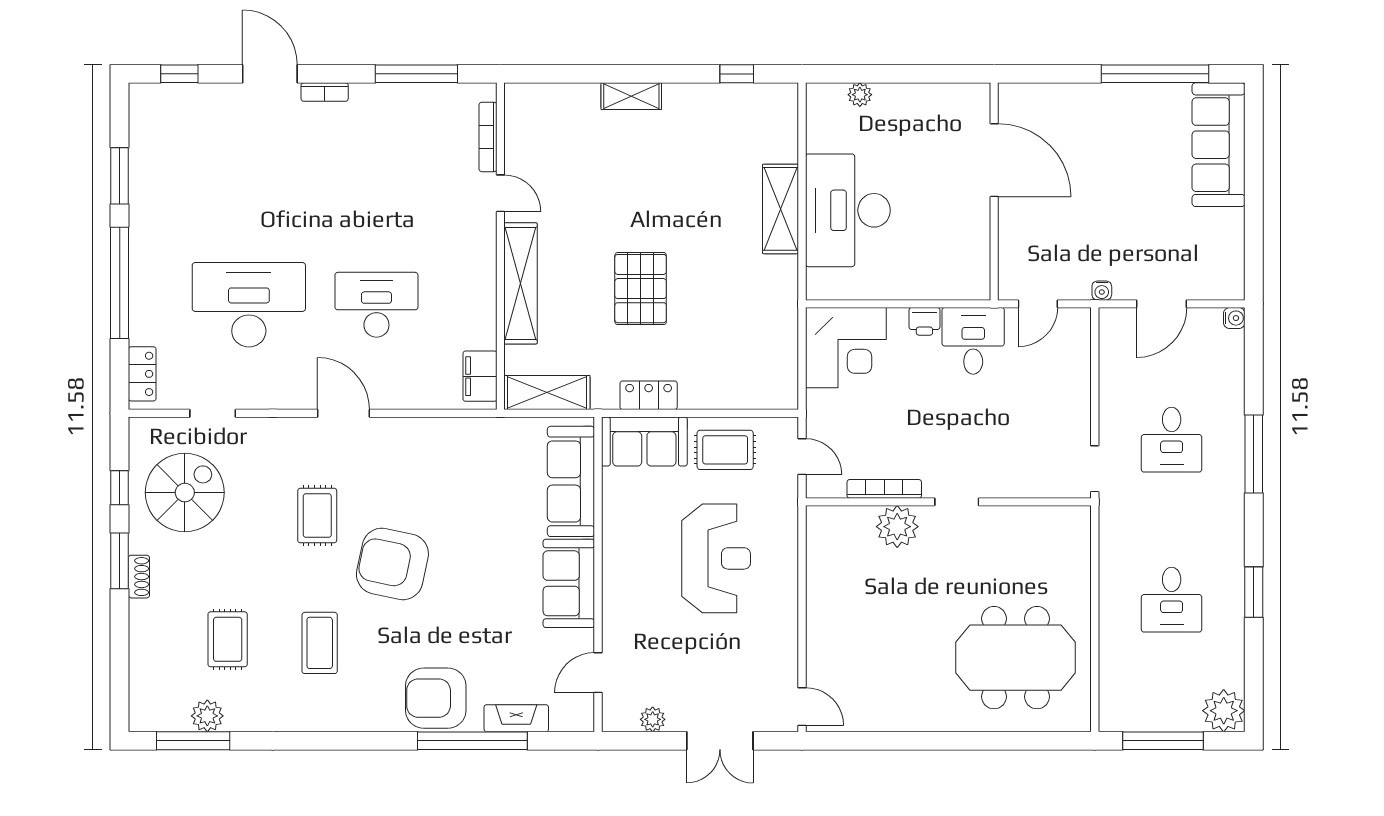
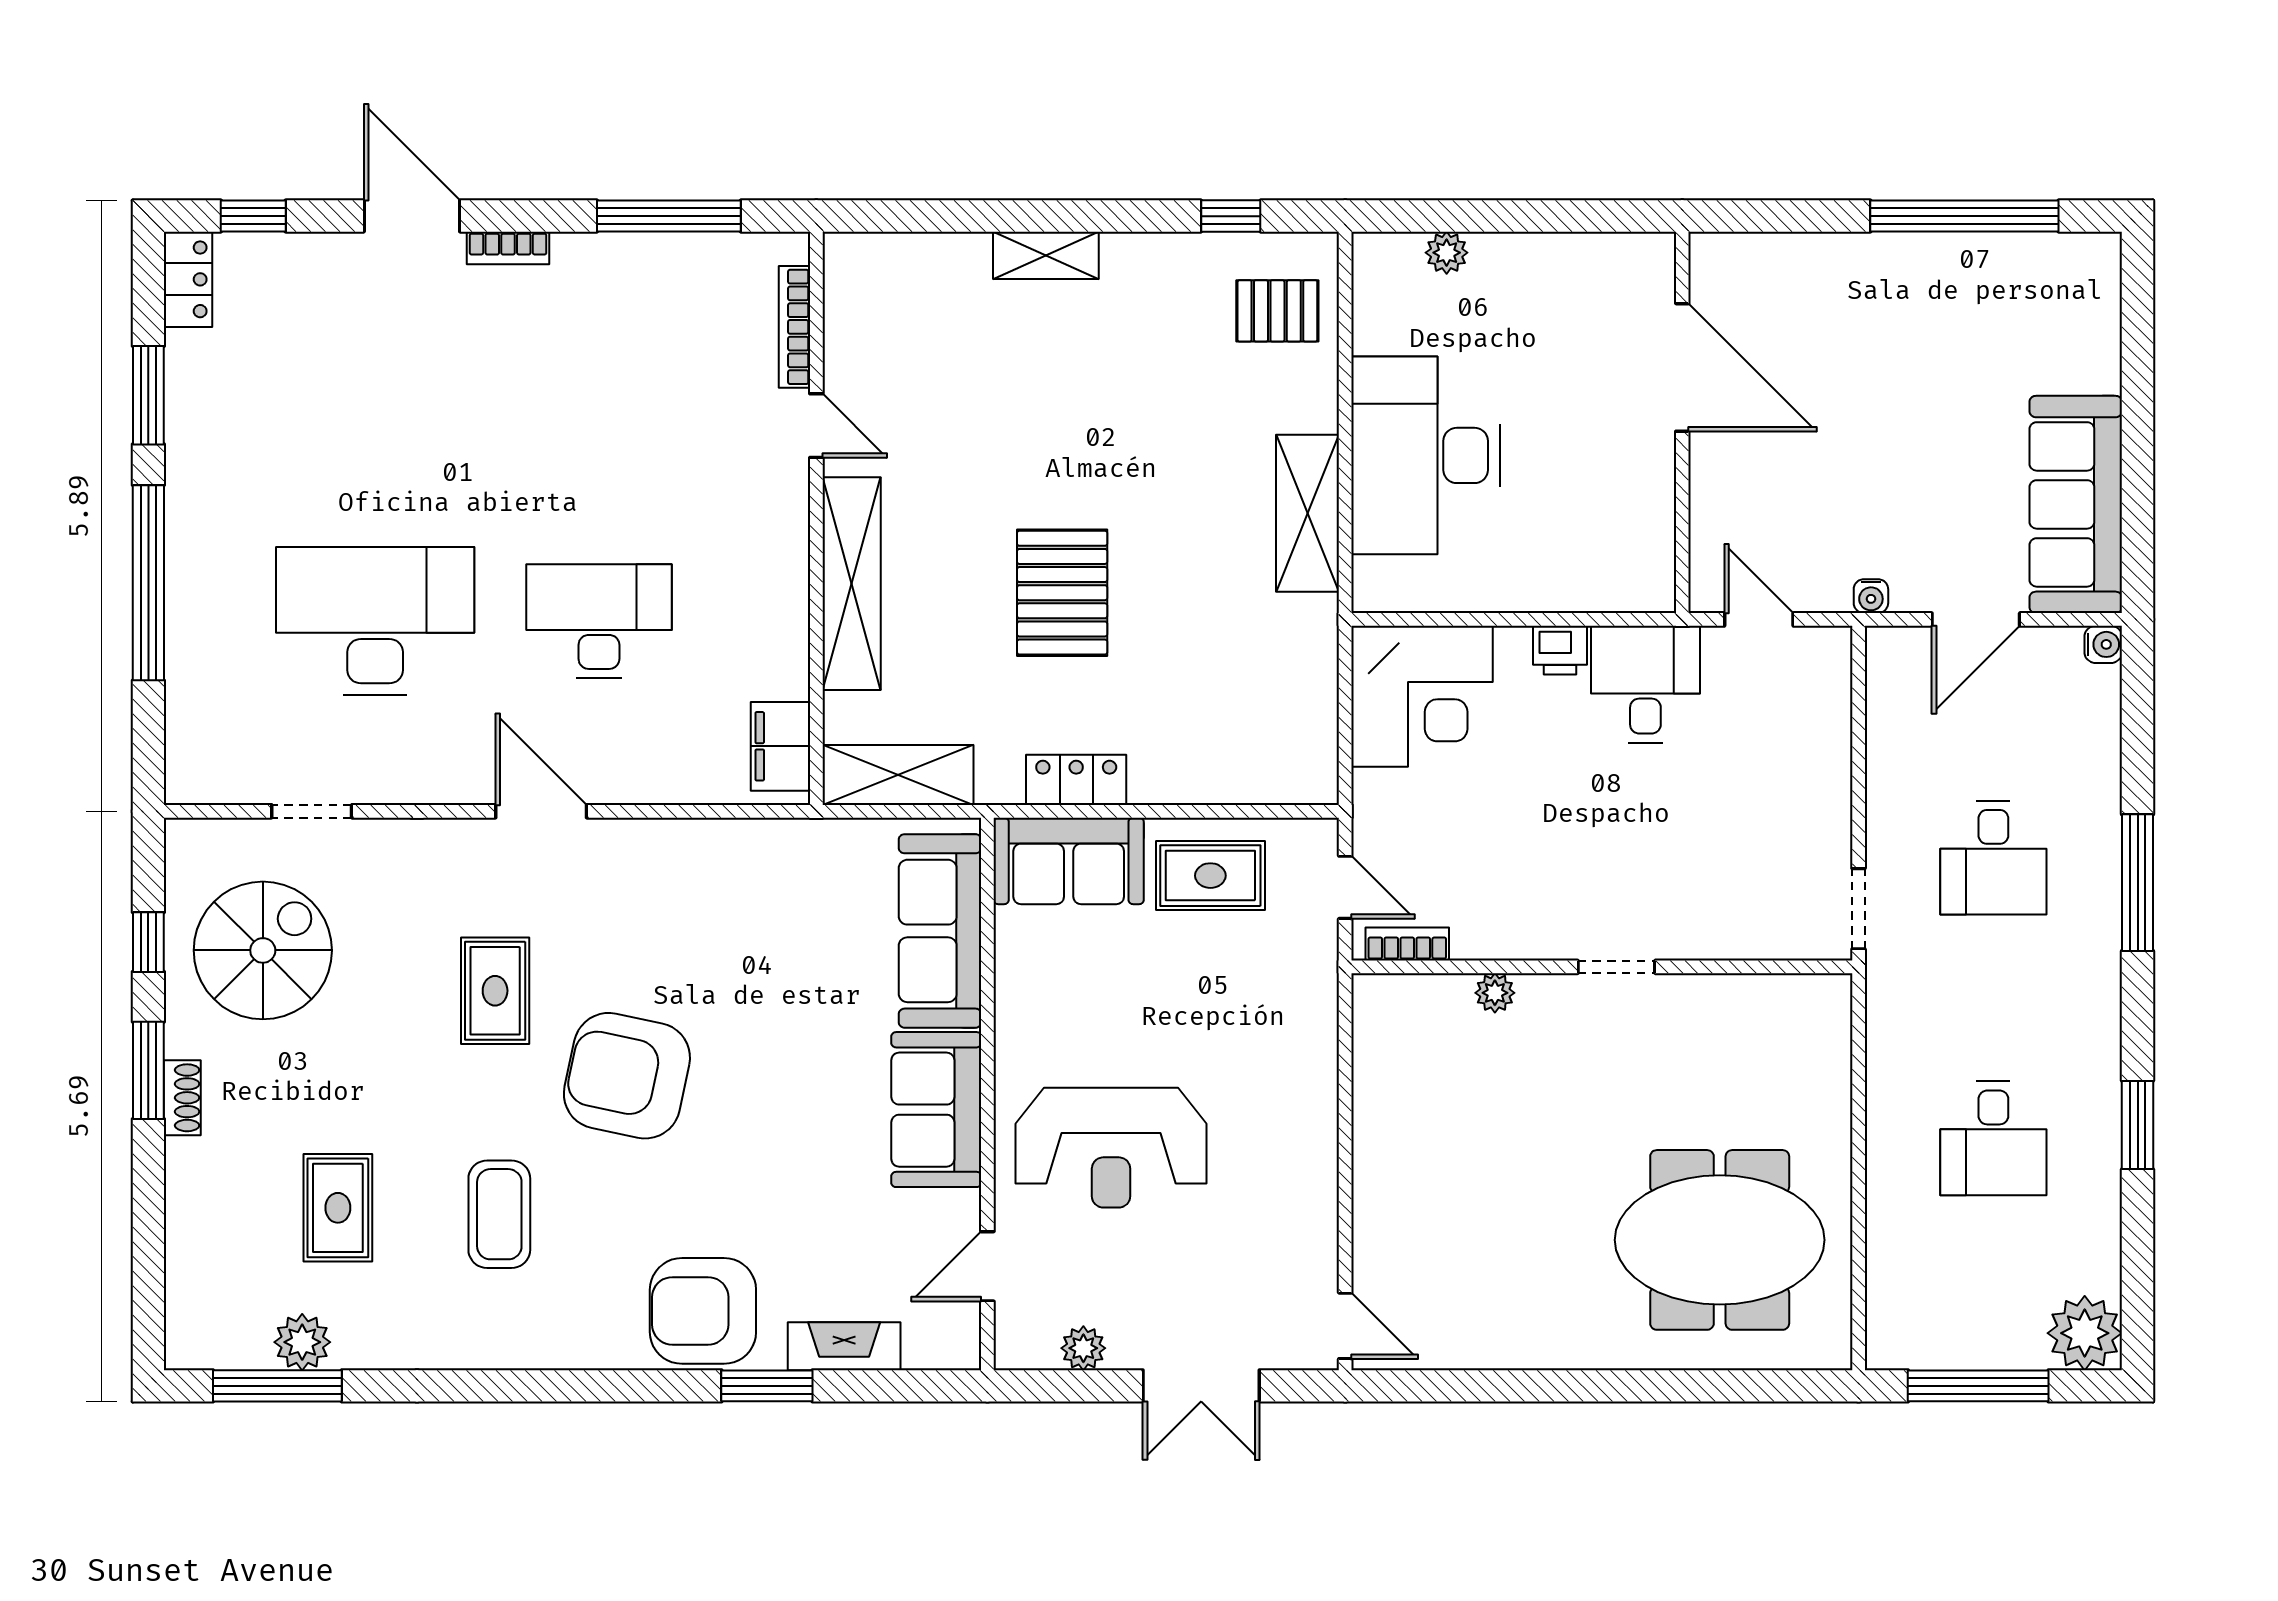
pallet: (763, 128) -> (1277, 311), added
sofa: (1219, 145) -> (2076, 504), moved
shelving: (781, 209) -> (1308, 513), moved
door: (1038, 304) -> (1759, 619), swing flipped
locker: (142, 374) -> (188, 279), moved
bookcase: (884, 489) -> (1407, 944), moved, width x0.64
plant: (897, 527) -> (1495, 993), width x0.53, depth x0.53
reception desk: (716, 558) -> (1111, 1148), moved, turned 90
window: (472, 741) -> (767, 1386), width x0.47

